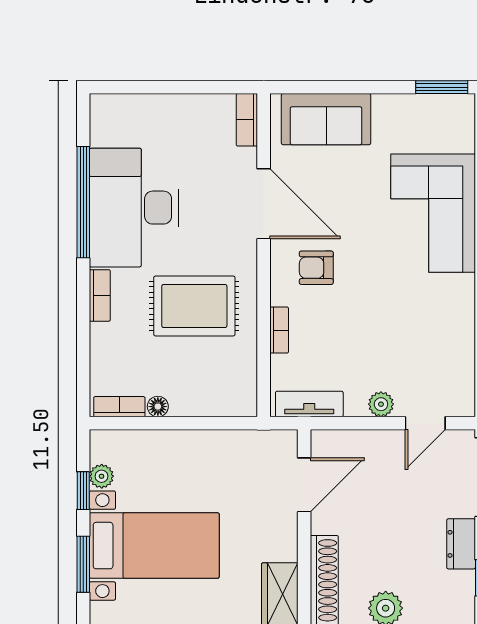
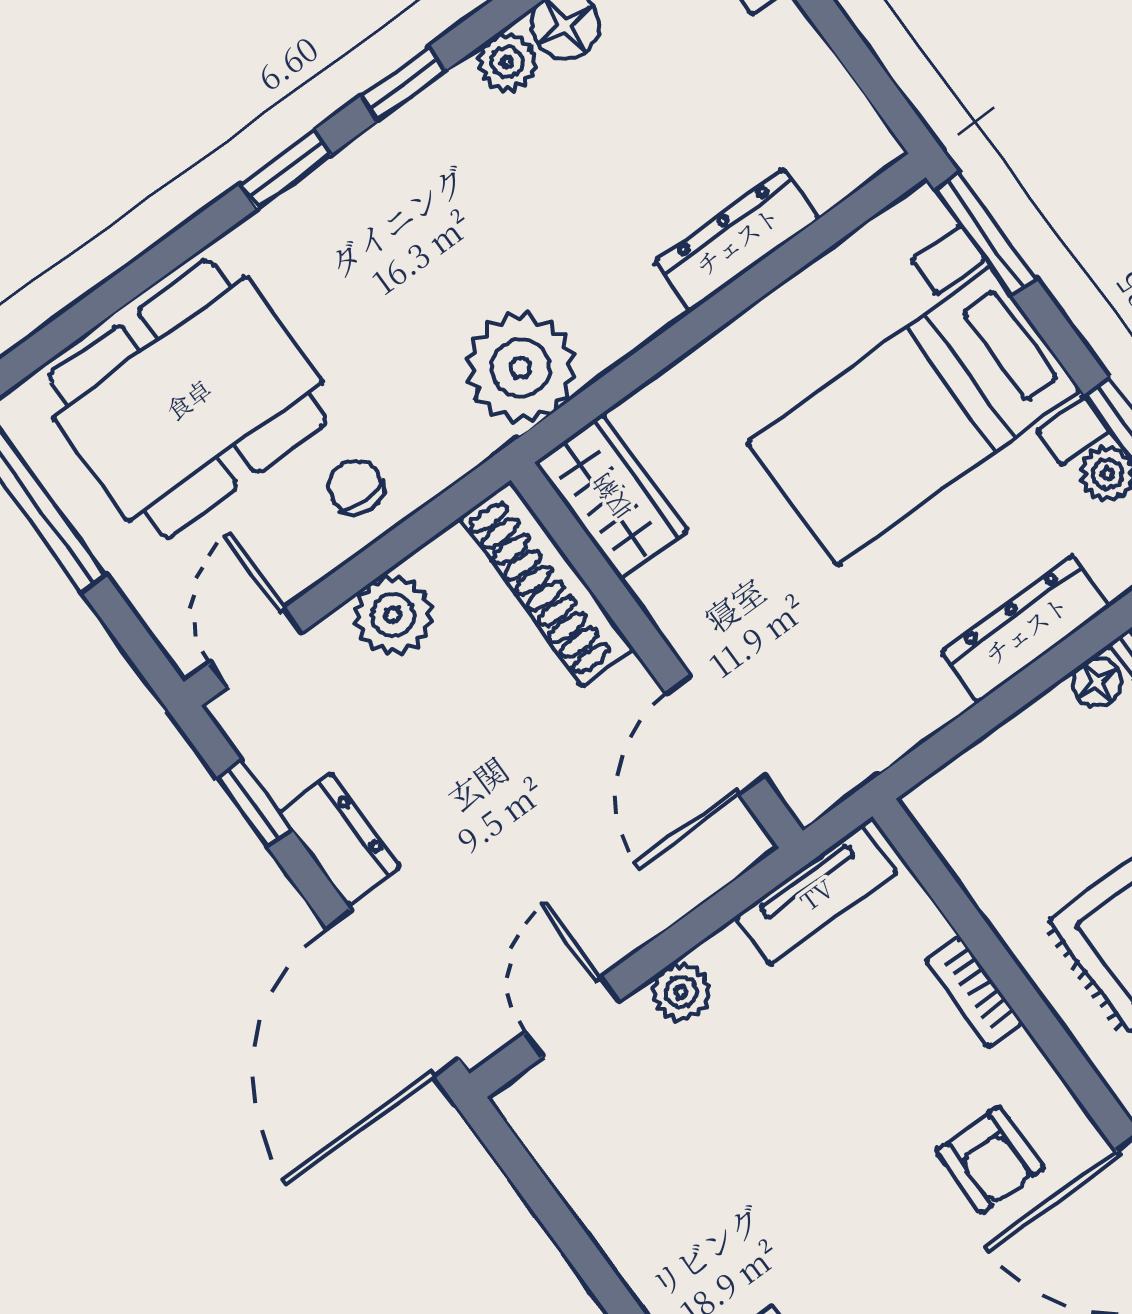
armchair: (316, 268) -> (990, 1160), turned 90
dresser: (169, 443) -> (1026, 629), added
window: (83, 564) -> (986, 235), moved

